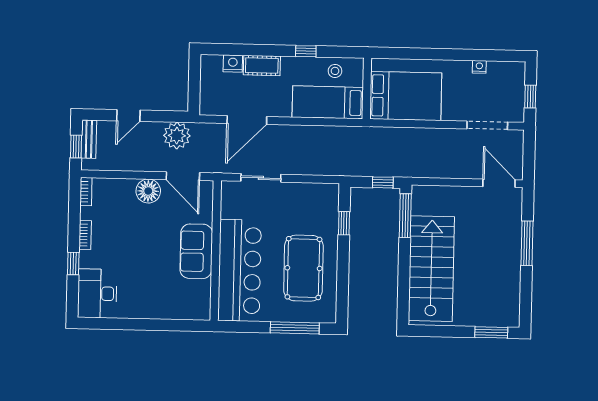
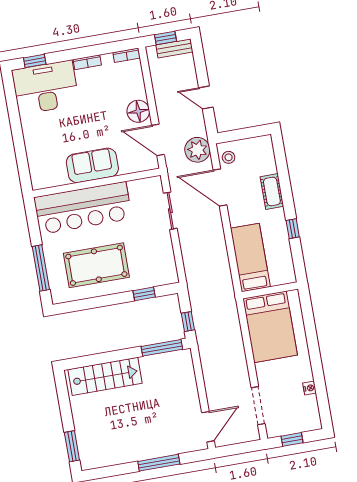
nightstand: (233, 64) -> (268, 165), removed
stool: (335, 71) -> (229, 157), moved
door: (128, 115) -> (206, 97), moved
plant: (177, 136) -> (197, 150), moved
door: (183, 176) -> (158, 140), hinge flipped
window: (73, 264) -> (35, 61), moved
stairs: (431, 269) -> (105, 376), width x0.73, depth x0.66
desk: (97, 294) -> (46, 87), width x1.36, depth x1.30

